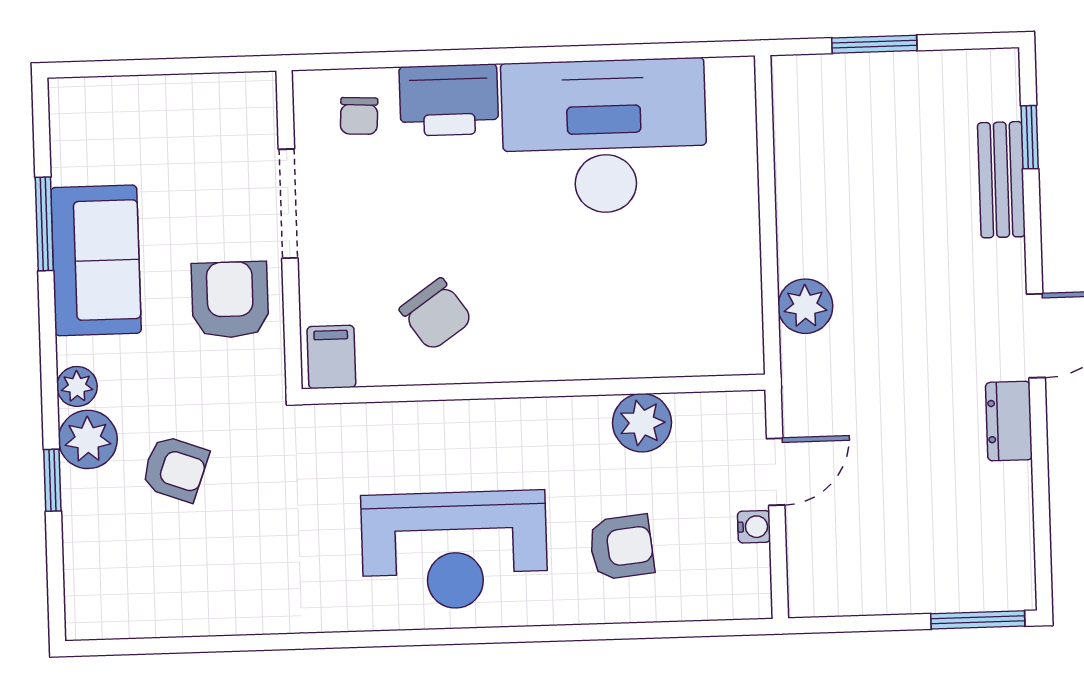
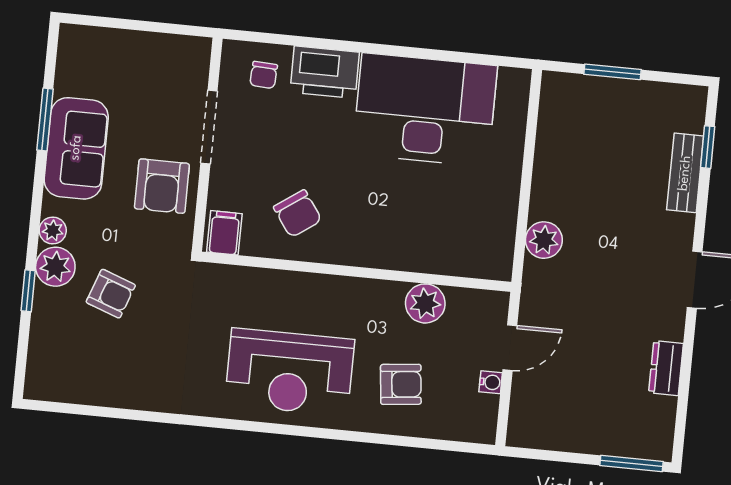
armchair: (230, 300) -> (162, 186), turned 180
dresser: (1009, 421) -> (666, 368), moved

